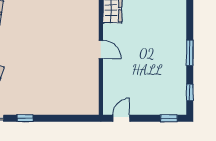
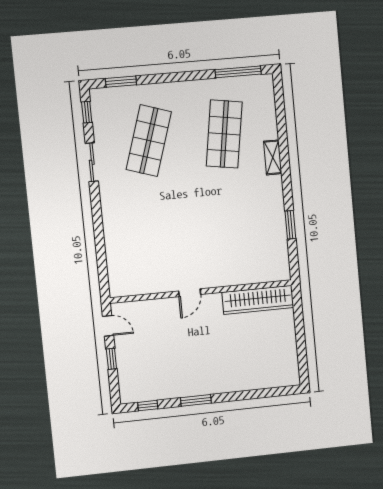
window: (25, 118) -> (96, 208), removed
window: (169, 118) -> (111, 359), moved

